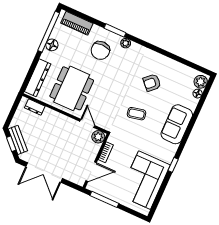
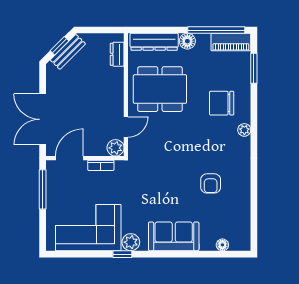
piano: (77, 23) -> (231, 42), moved, turned -90
window: (115, 30) -> (254, 68), moved
floor lamp: (52, 45) -> (187, 41), moved
plant: (201, 82) -> (131, 242), moved
armchair: (152, 83) -> (211, 183), turned -137
coffee table: (136, 114) -> (165, 182), removed
double door: (44, 172) -> (43, 119), moved
door: (91, 172) -> (69, 158), swing flipped

